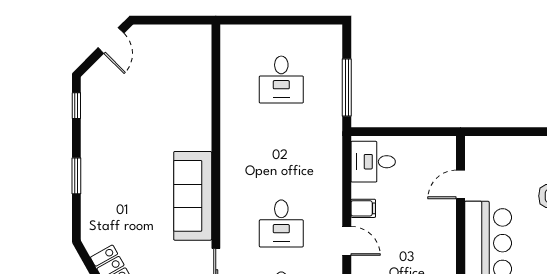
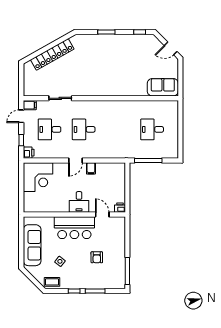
printer: (446, 147) -> (120, 208), added
desk: (373, 162) -> (79, 202), moved, turned 180
sofa: (193, 196) -> (163, 87), moved, width x0.73

